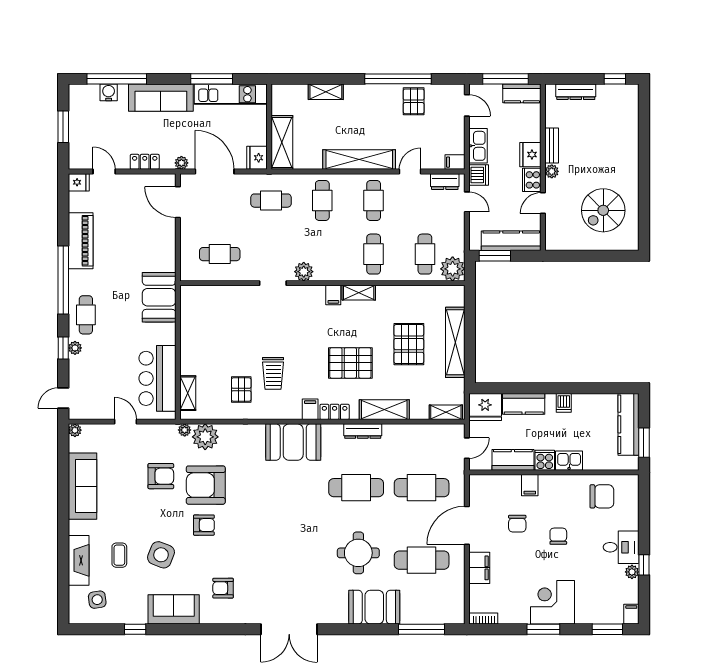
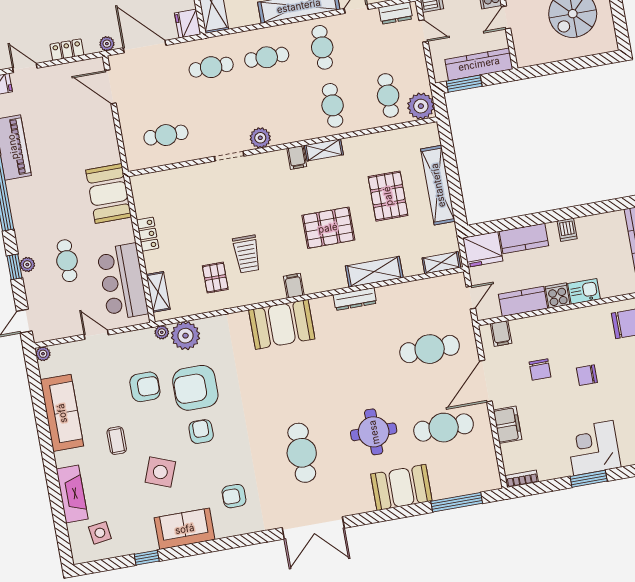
cafe table: (322, 201) -> (267, 57), turned 90
cafe table: (86, 315) -> (67, 261), moved
locker: (335, 412) -> (148, 234), moved, turned 90
filing cabinet: (530, 485) -> (501, 333), moved
cafe table: (356, 488) -> (302, 453), moved, turned 90
armchair: (204, 525) -> (201, 432), turned -90
chair: (558, 536) -> (587, 375), turned -90
coffee table: (119, 555) -> (117, 441), moved

